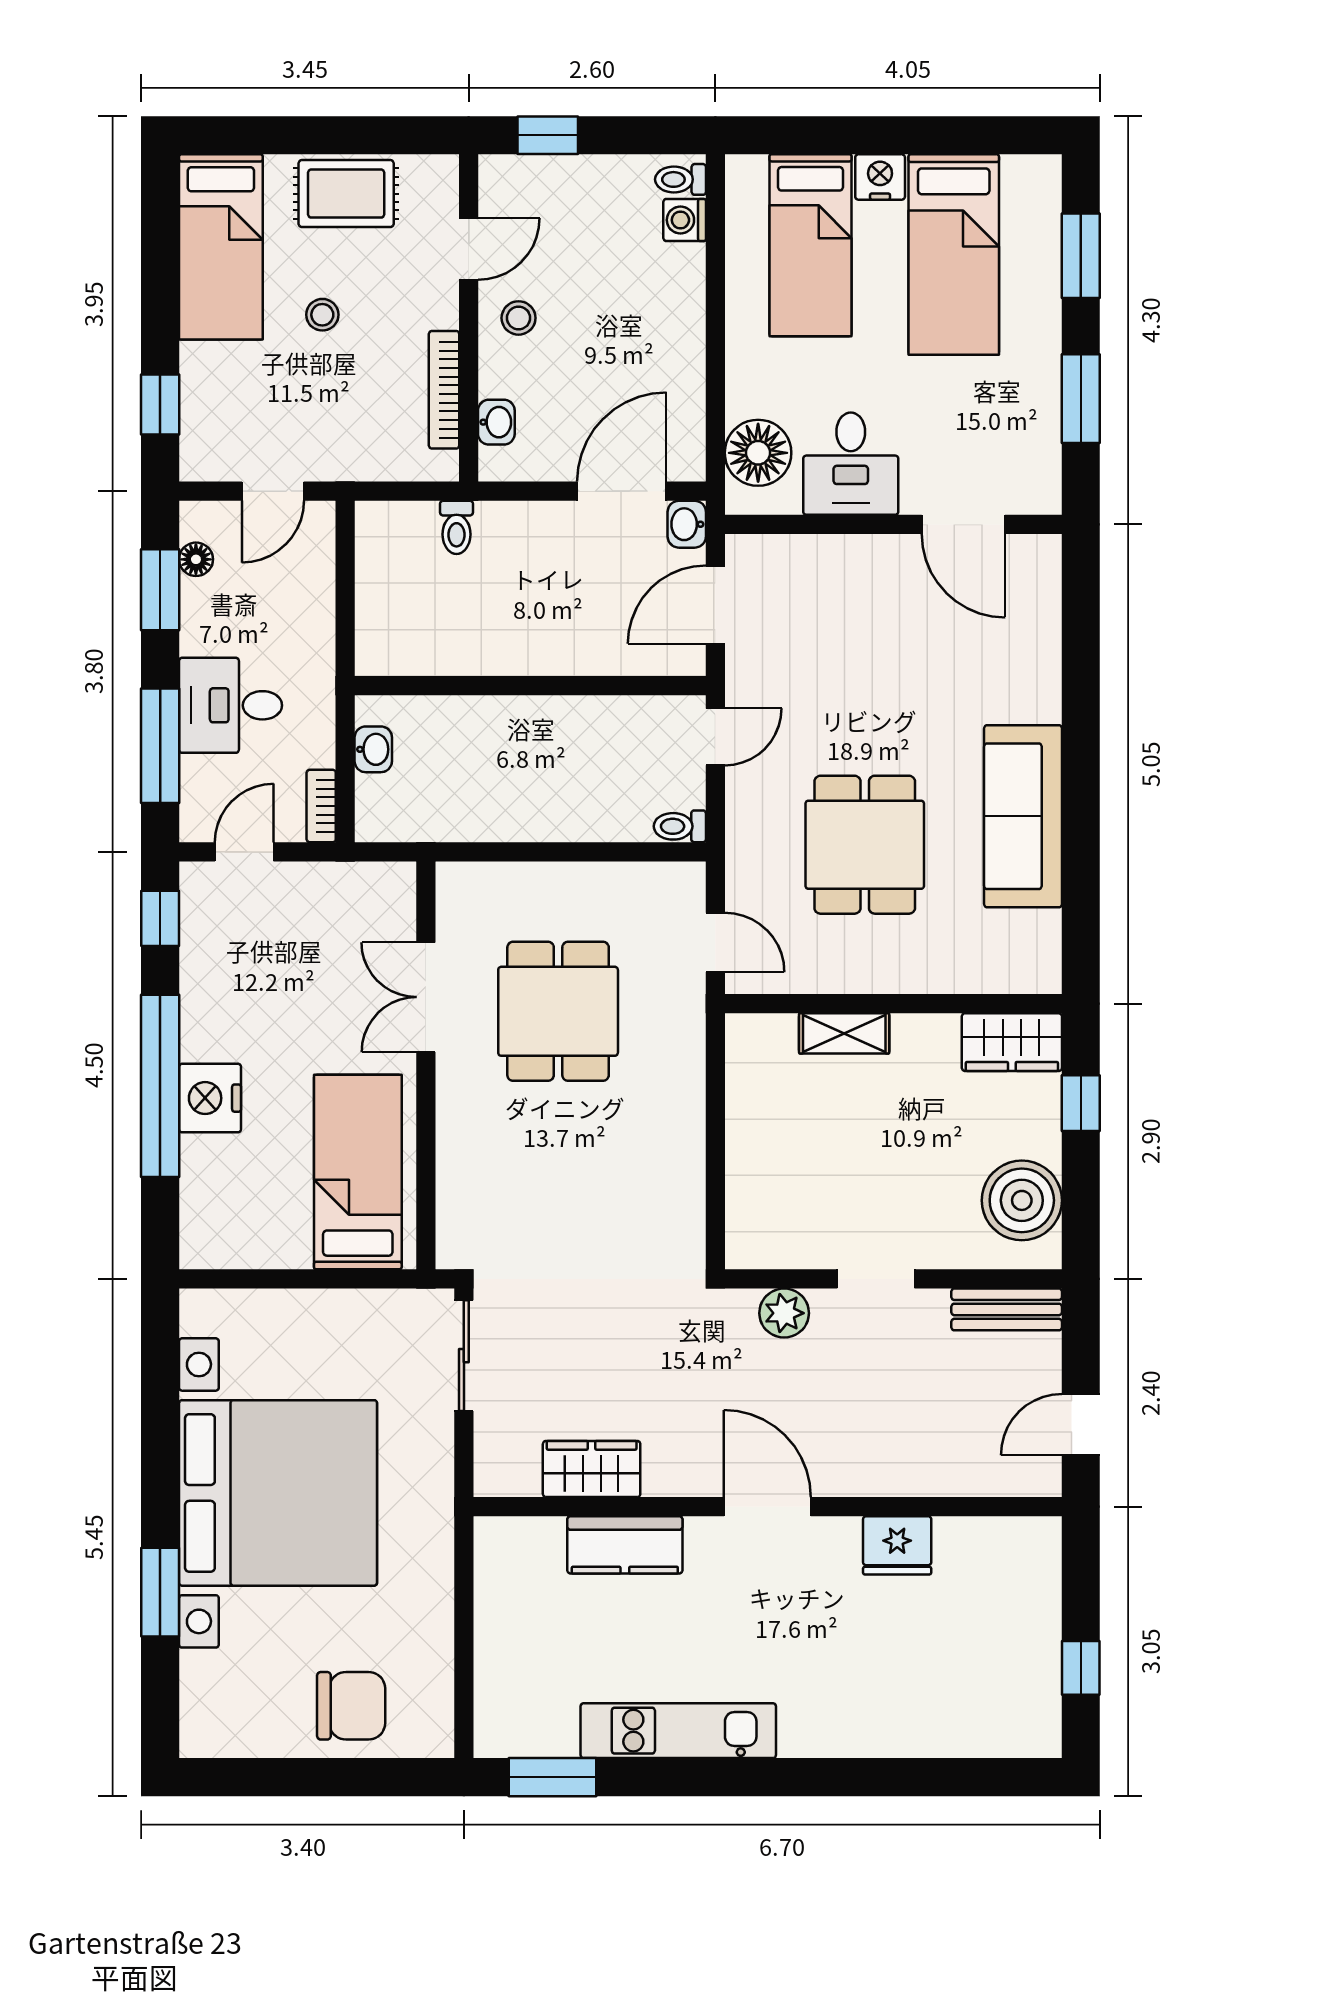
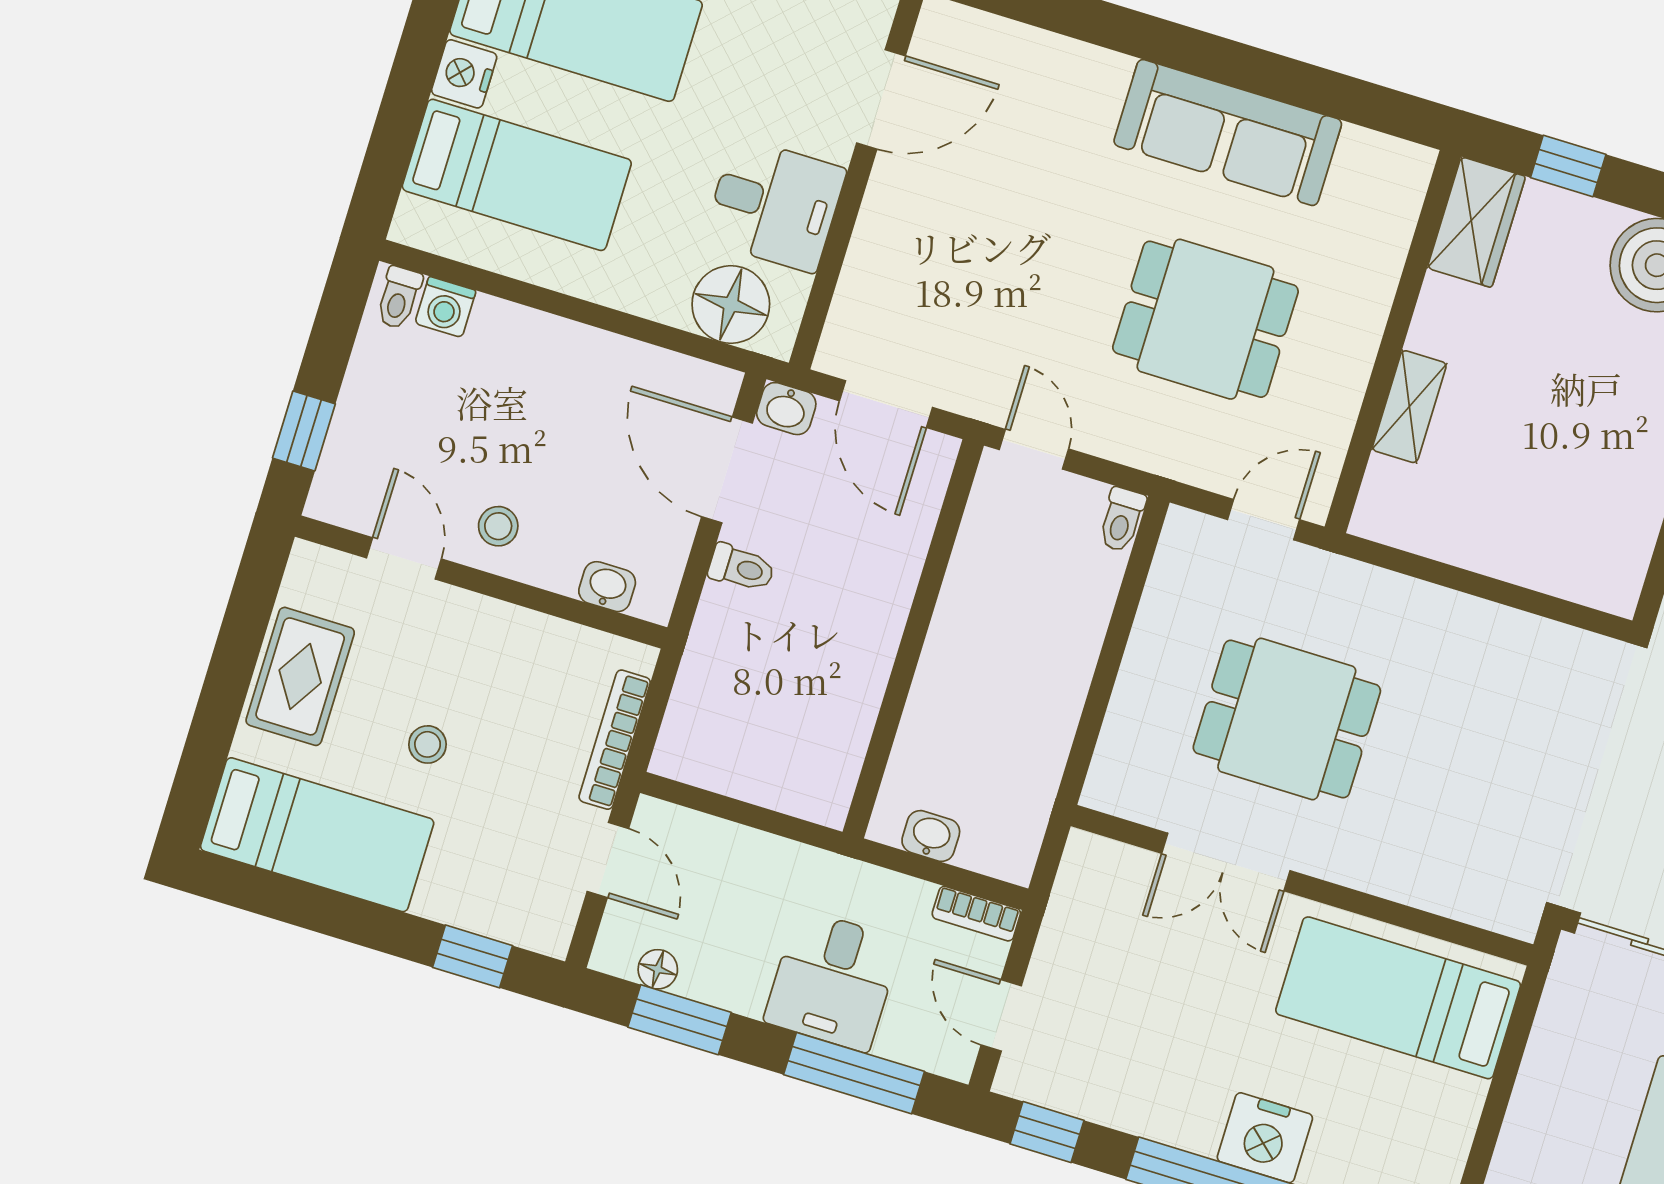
bookcase: (444, 390) -> (615, 740), moved, turned 90
toilet: (456, 527) -> (741, 568), moved

